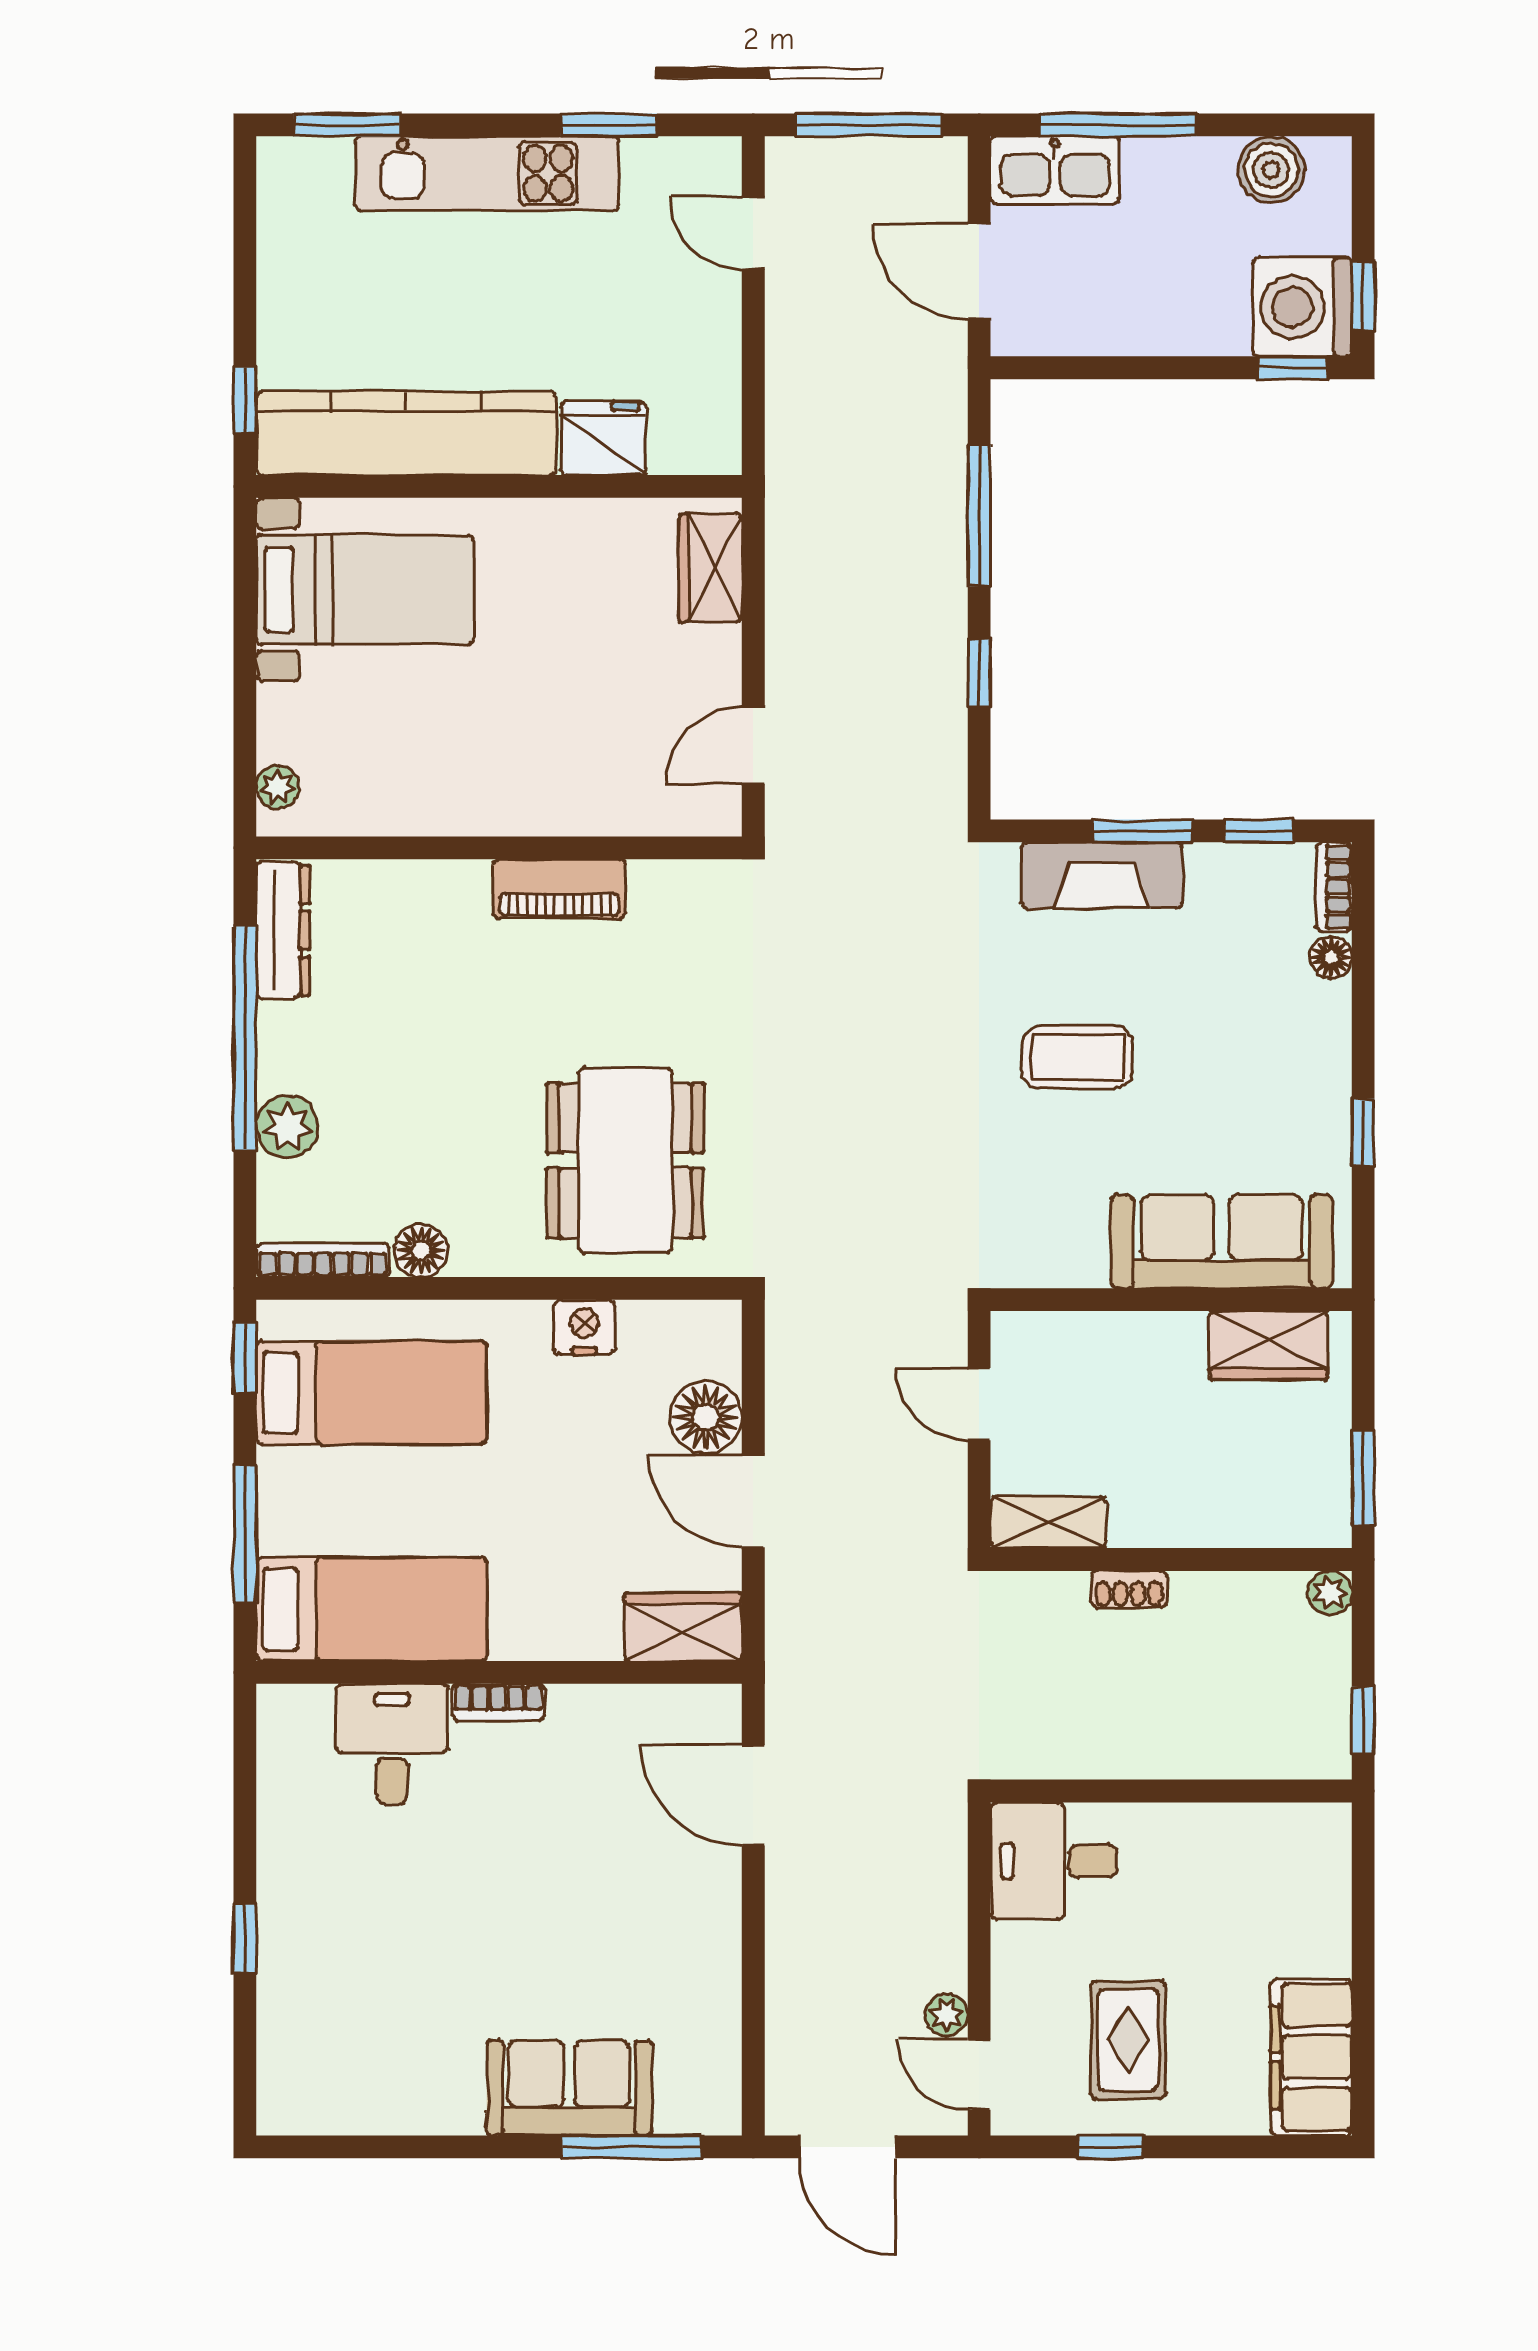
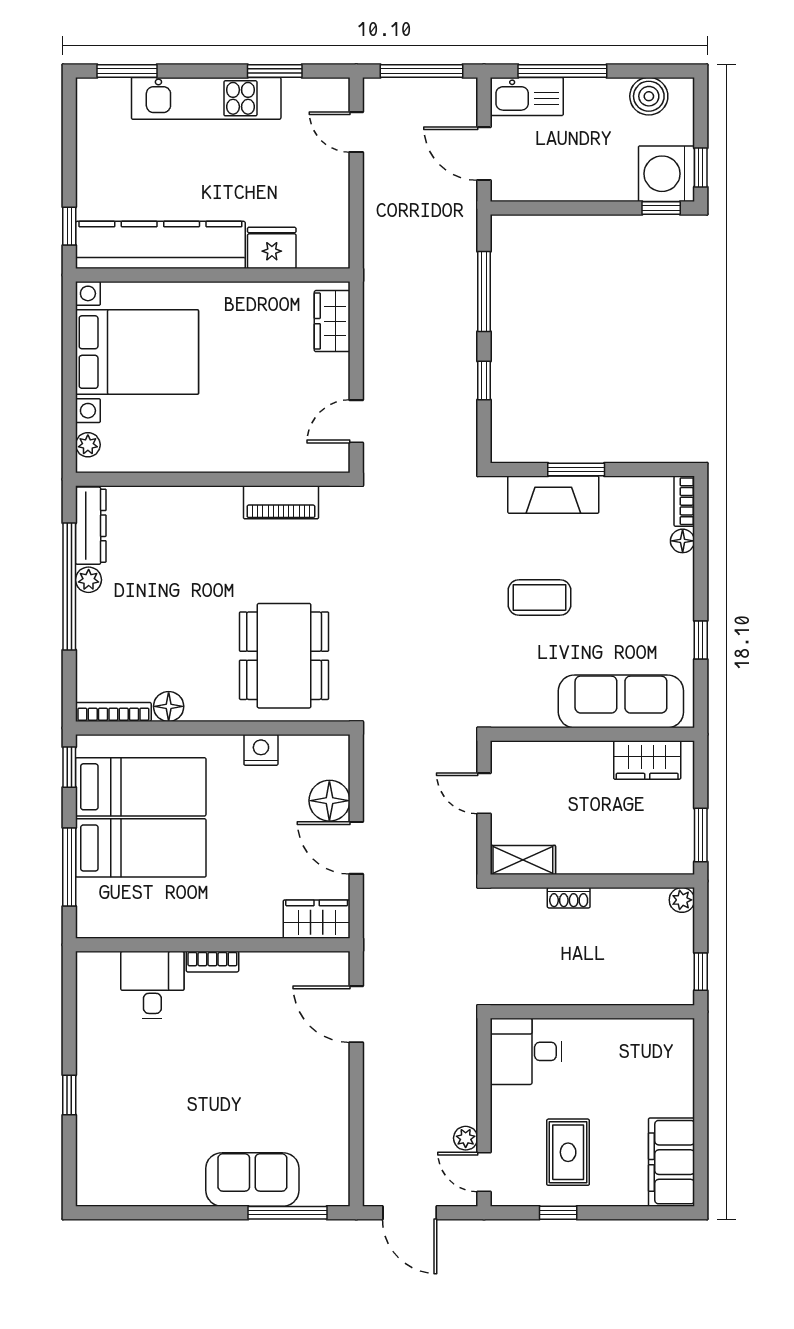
bed with nightstands: (365, 590) -> (137, 352), width x1.36
window: (1259, 831) -> (642, 470), removed
piano: (559, 889) -> (281, 502), moved
plant: (287, 1127) -> (89, 580), moved, width x0.73, depth x0.73
bed: (371, 1609) -> (141, 848), moved

